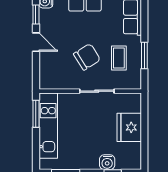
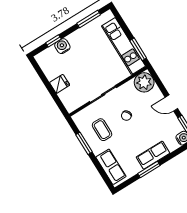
chair: (87, 57) -> (126, 116), width x0.54, depth x0.54
plant: (50, 78) -> (144, 82), added
fridge: (129, 127) -> (60, 84), width x0.53, depth x0.75

